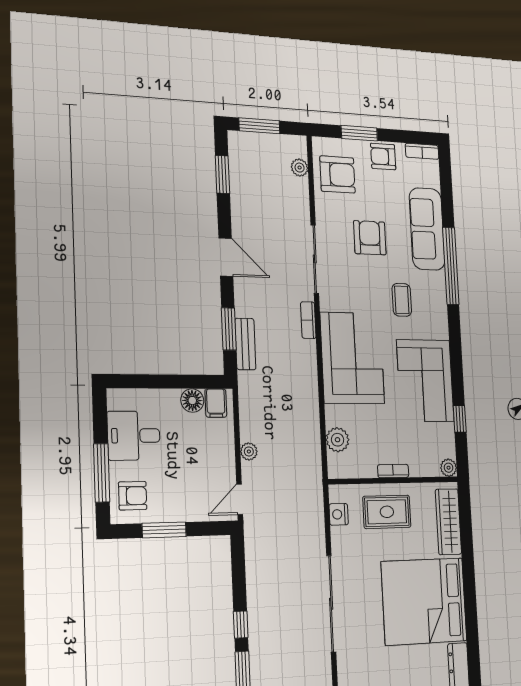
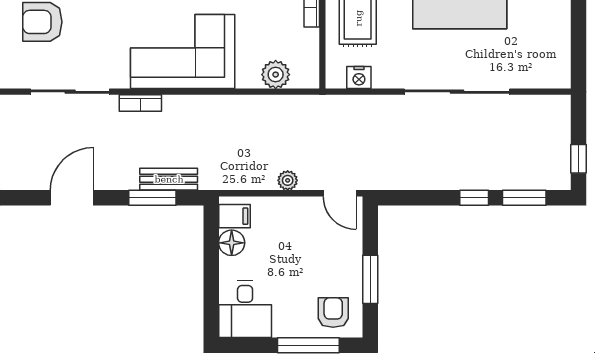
desk: (134, 436) -> (245, 309), moved

